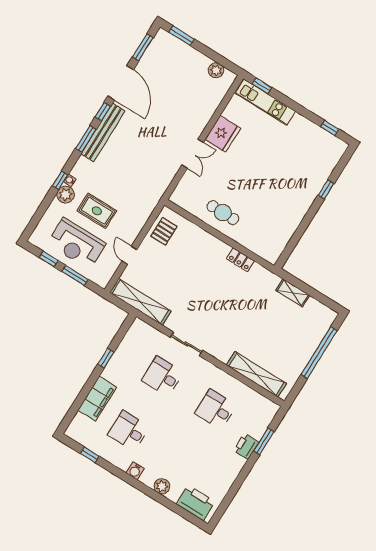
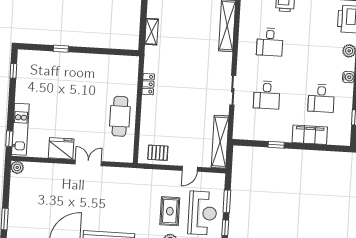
plant: (216, 70) -> (17, 167), moved
cafe table: (223, 213) -> (120, 116), width x1.37, depth x1.35

